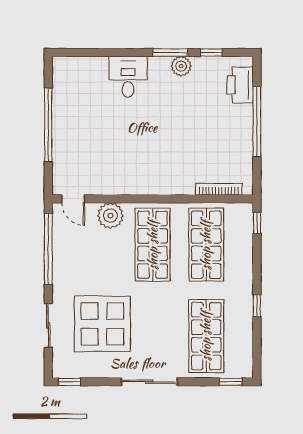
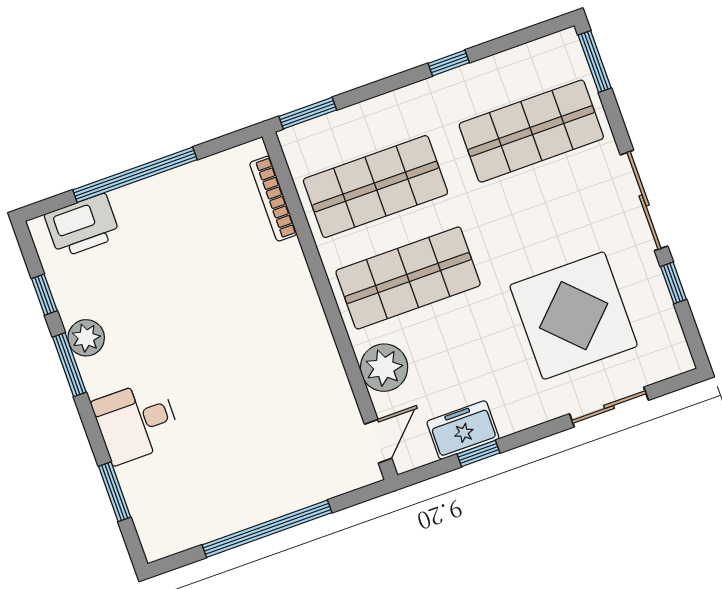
window: (96, 52) -> (115, 492), added
window: (257, 223) -> (308, 113), width x1.50
freezer: (63, 245) -> (463, 430), added
window: (48, 249) -> (478, 453), width x0.32
window: (69, 382) -> (673, 283), moved
window: (231, 382) -> (595, 62), width x1.50

